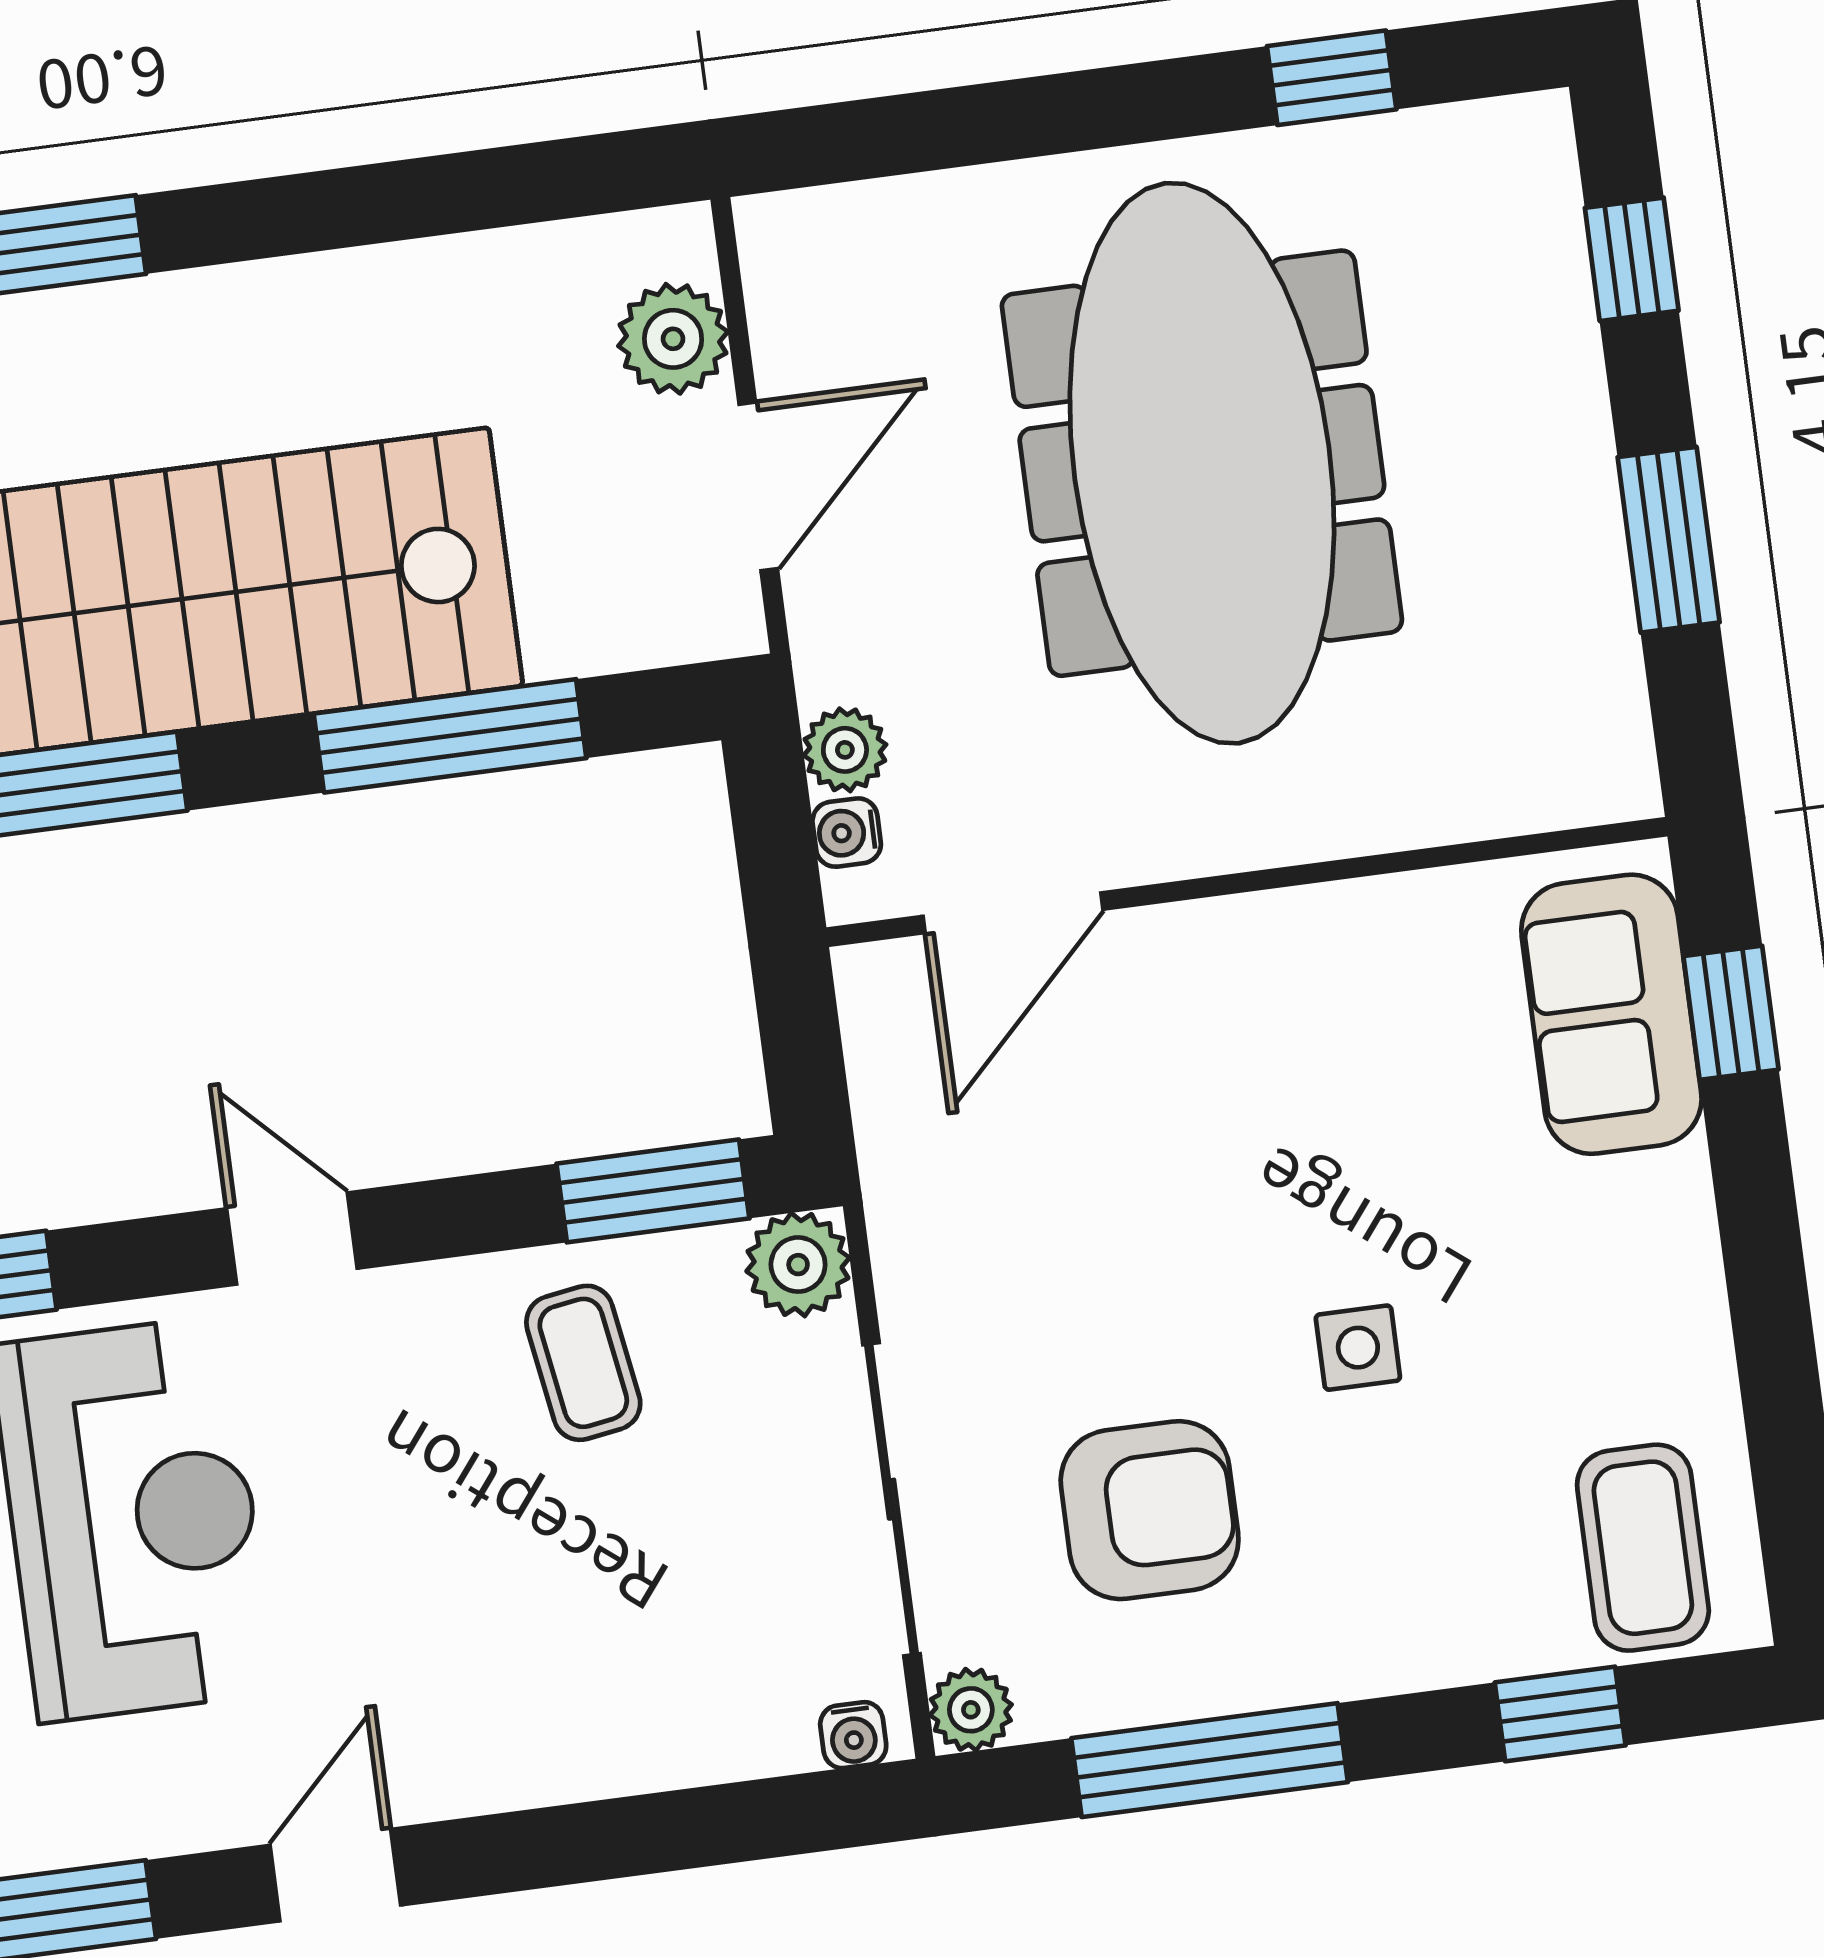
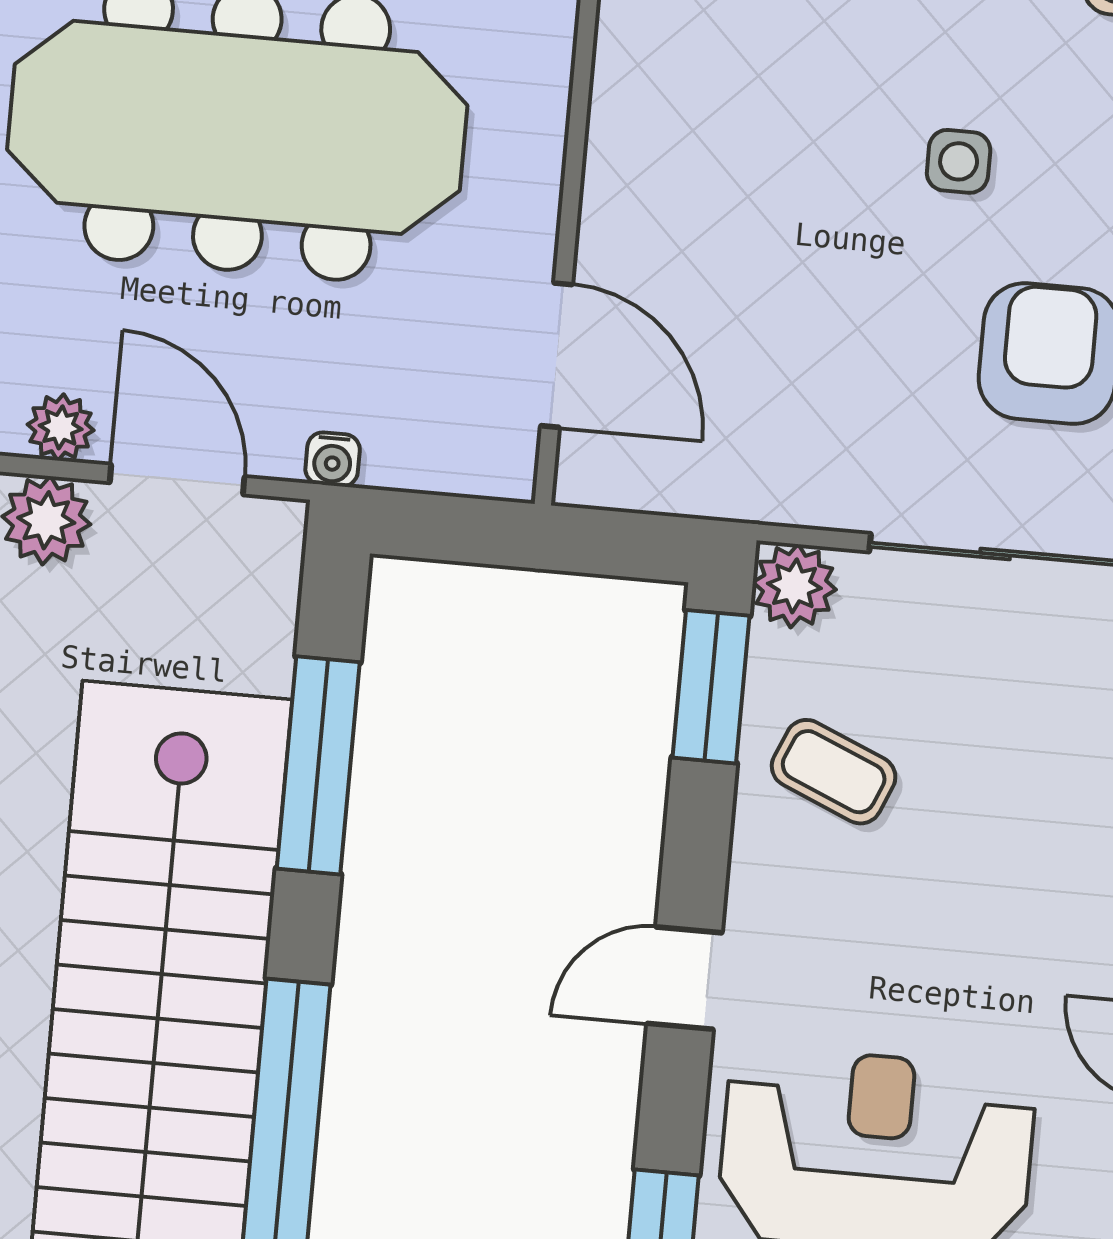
plant: (845, 750) -> (61, 427), moved
water cooler: (847, 833) -> (333, 459), moved
coffee table: (583, 1363) -> (834, 772), turned 32

